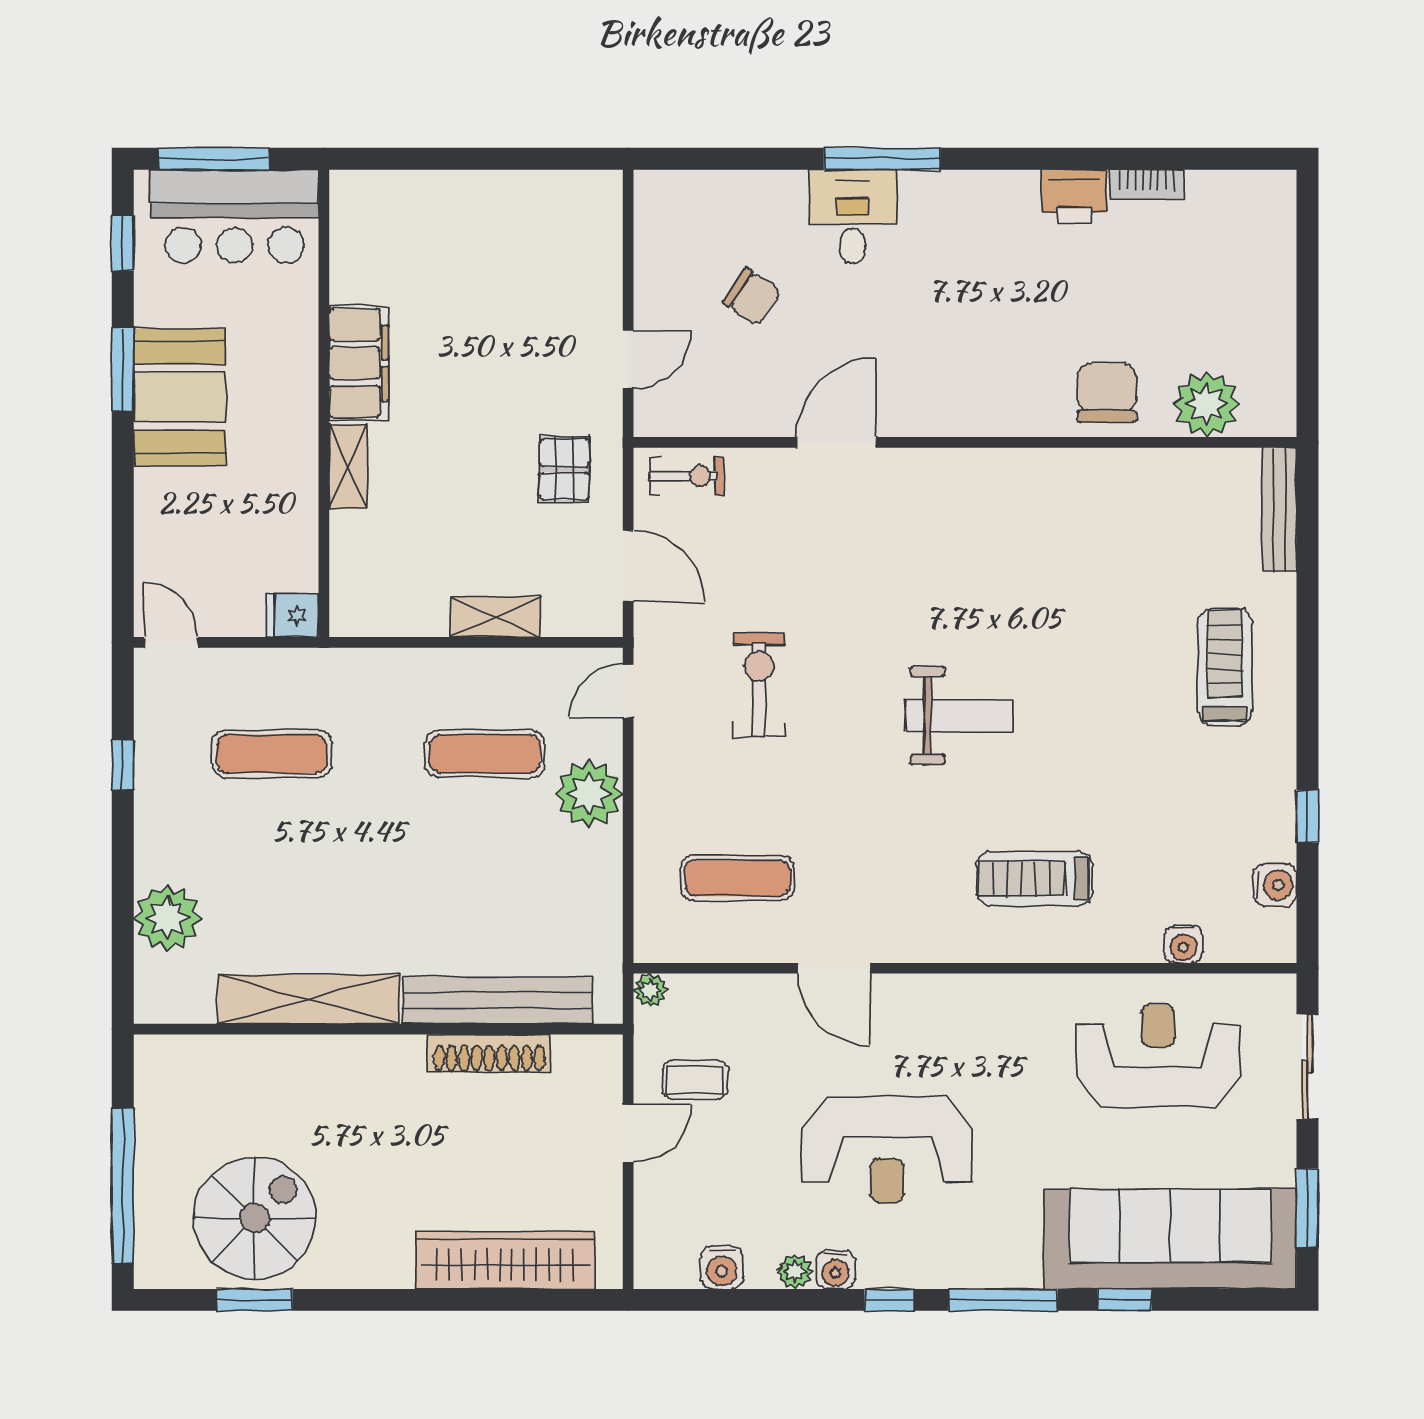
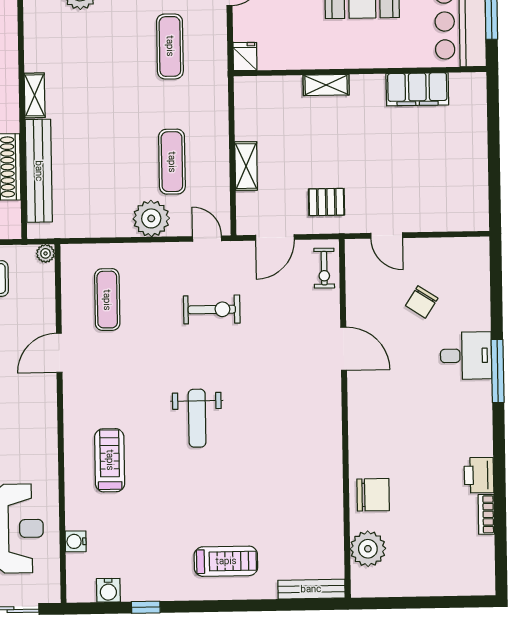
filing cabinet: (359, 363) -> (417, 89), moved
shelving: (308, 999) -> (35, 95), width x0.45, depth x0.75

